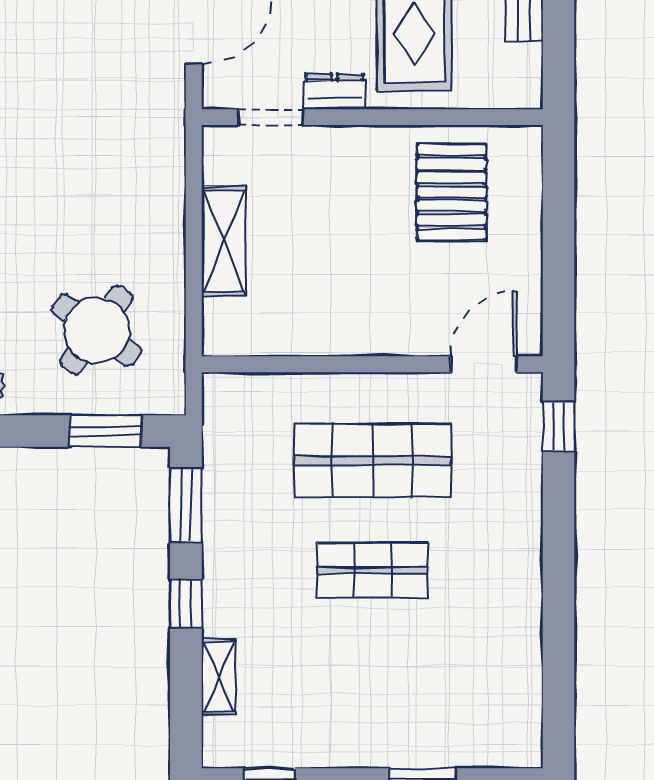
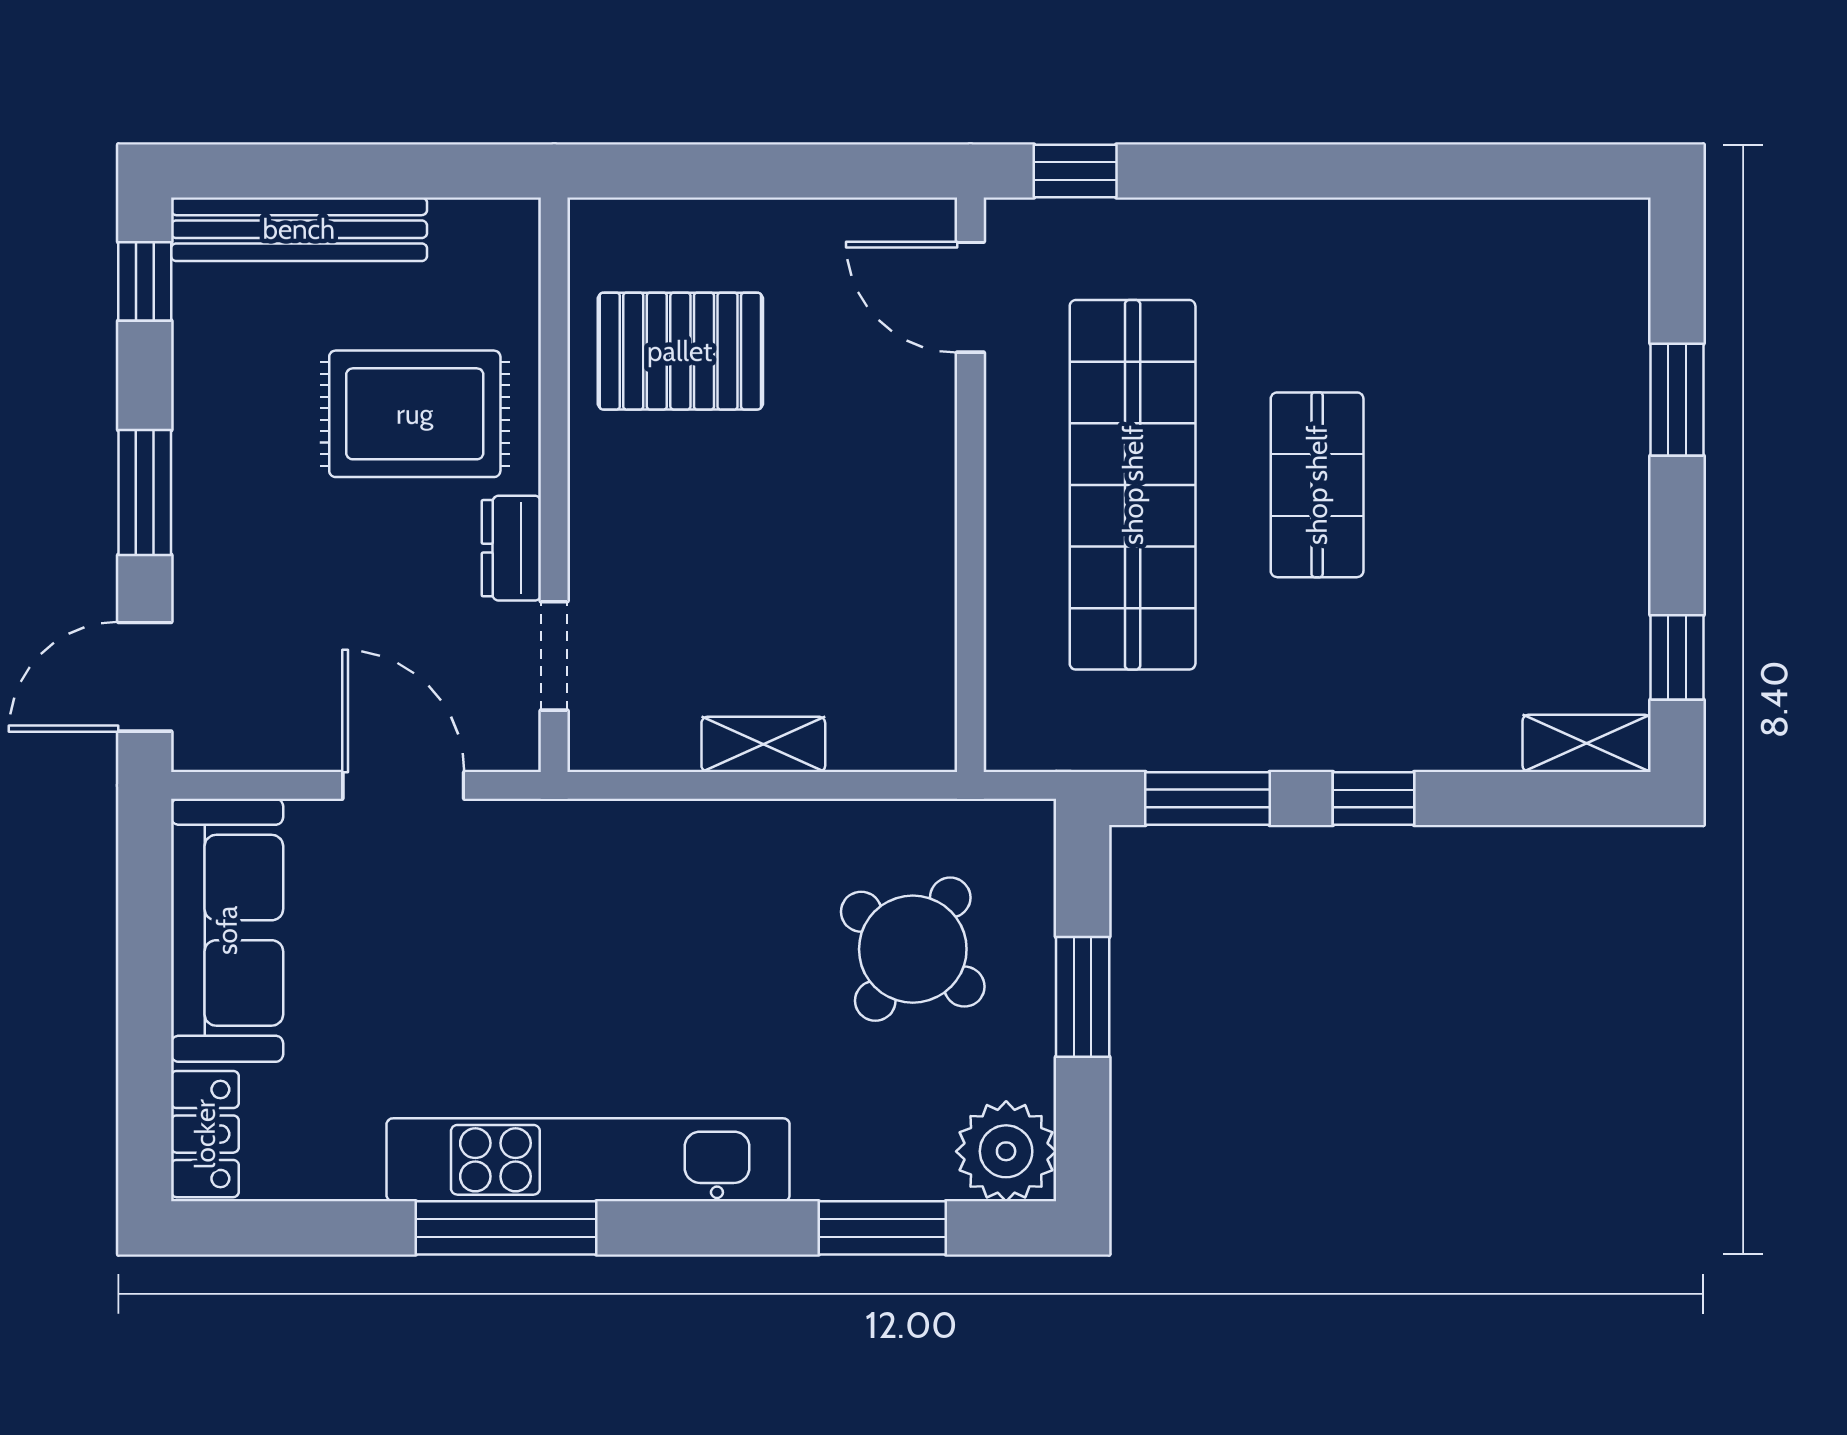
shelving: (223, 241) -> (763, 744), width x0.67, depth x0.75
window: (105, 431) -> (1083, 997), moved
shop shelf: (372, 461) -> (1133, 485), width x1.40
shelving: (219, 677) -> (1587, 743), moved

